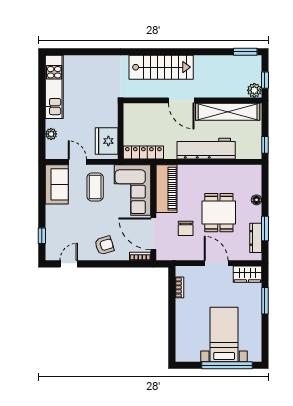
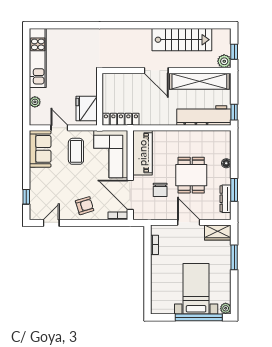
window: (245, 52) -> (216, 25), removed
stairs: (161, 67) -> (182, 40), moved
workbench: (206, 149) -> (204, 116), moved
plant: (256, 356) -> (226, 308), added

